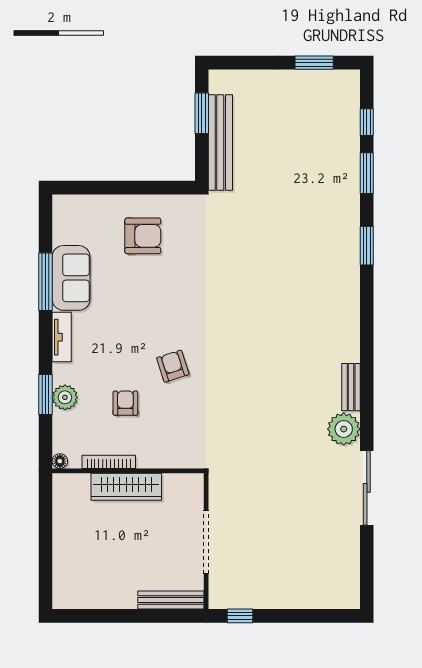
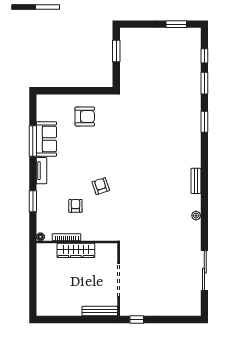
bench: (220, 143) -> (126, 67), removed
bench: (351, 387) -> (196, 181), moved
plant: (65, 397) -> (43, 203), removed
plant: (344, 429) -> (196, 216), width x0.53, depth x0.53
sliding door: (367, 488) -> (204, 271), moved

